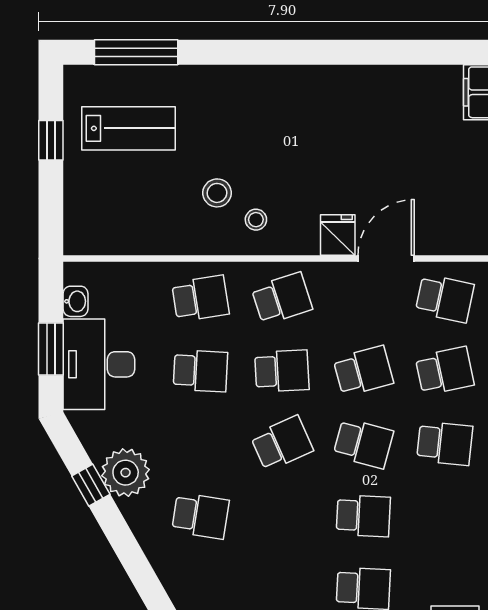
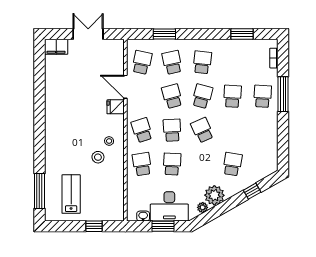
window: (51, 140) -> (94, 226), moved
plant: (96, 444) -> (203, 207), added
window: (91, 485) -> (252, 191), moved

